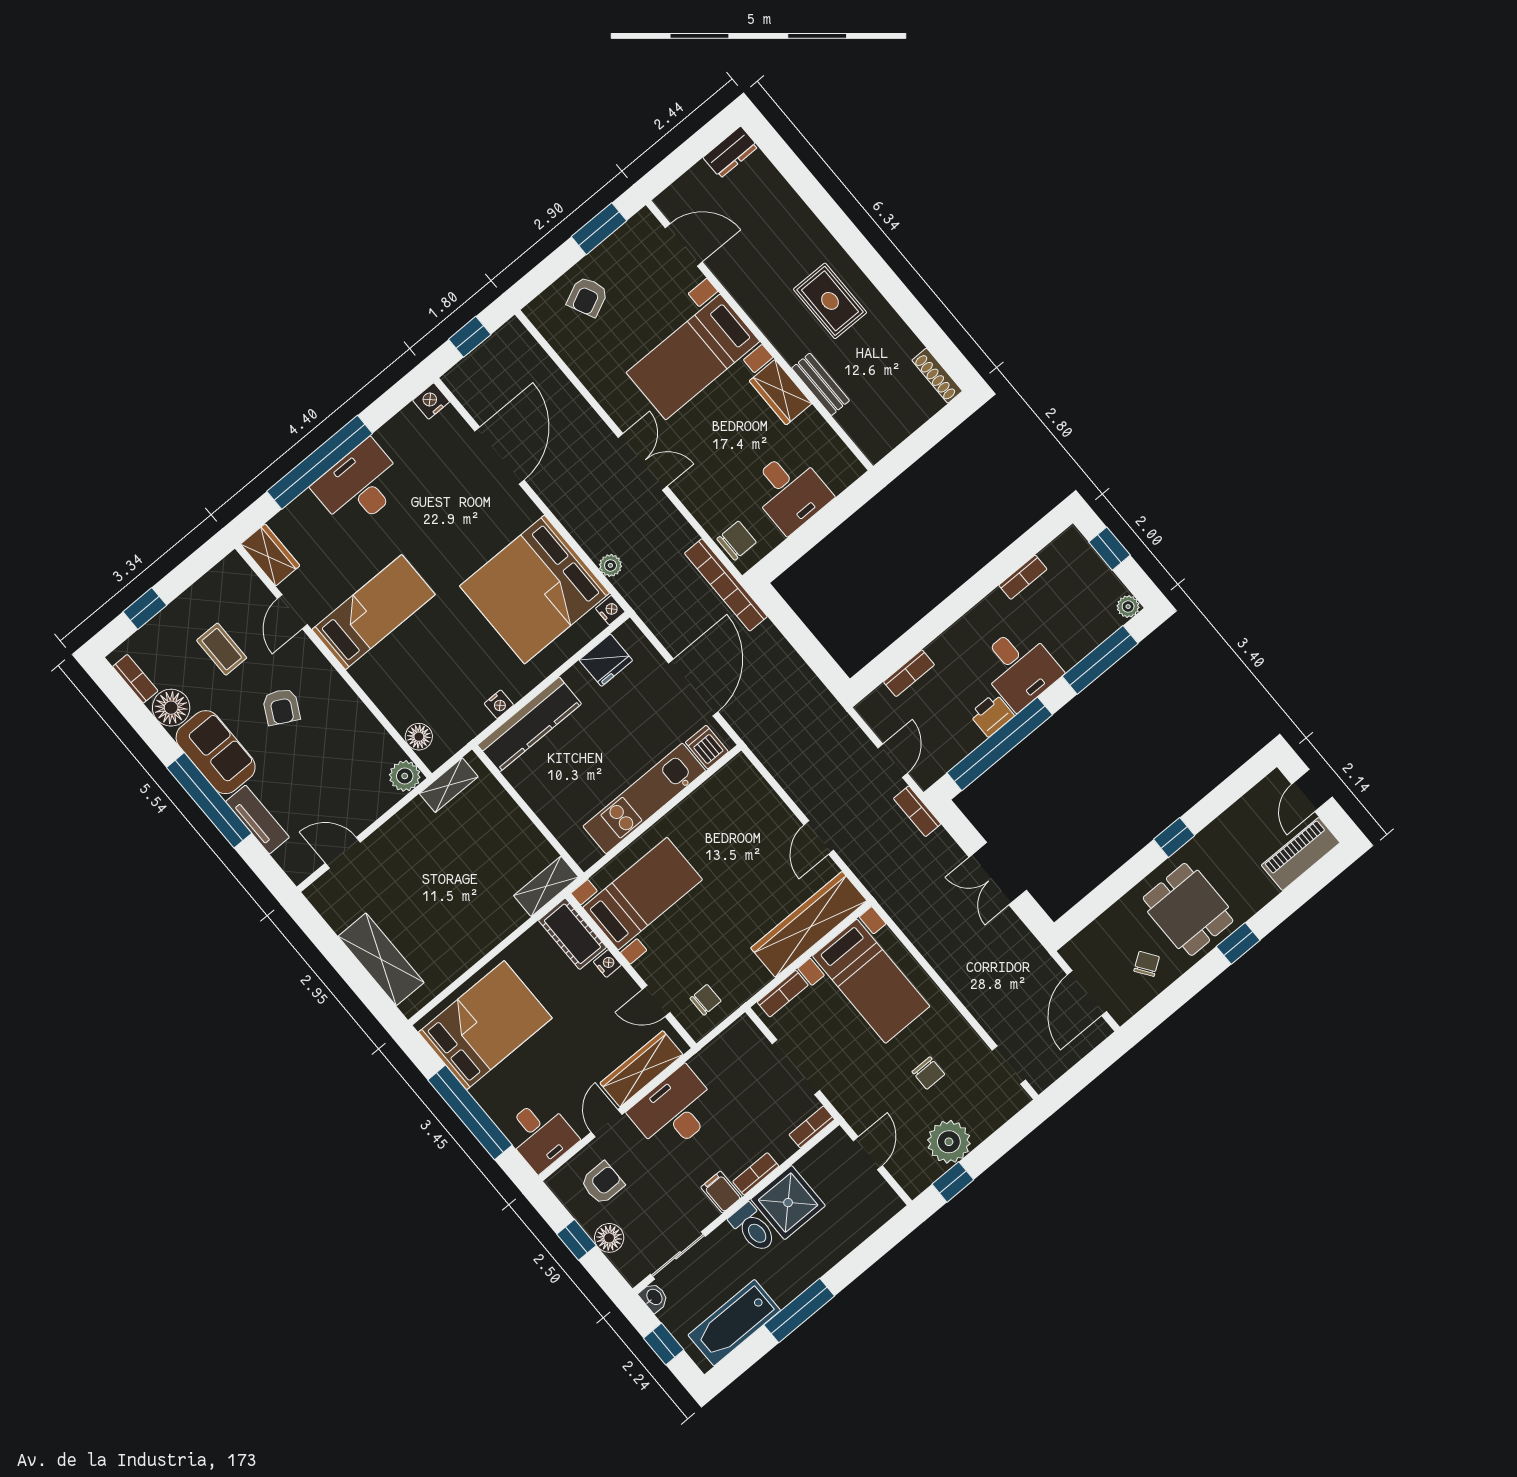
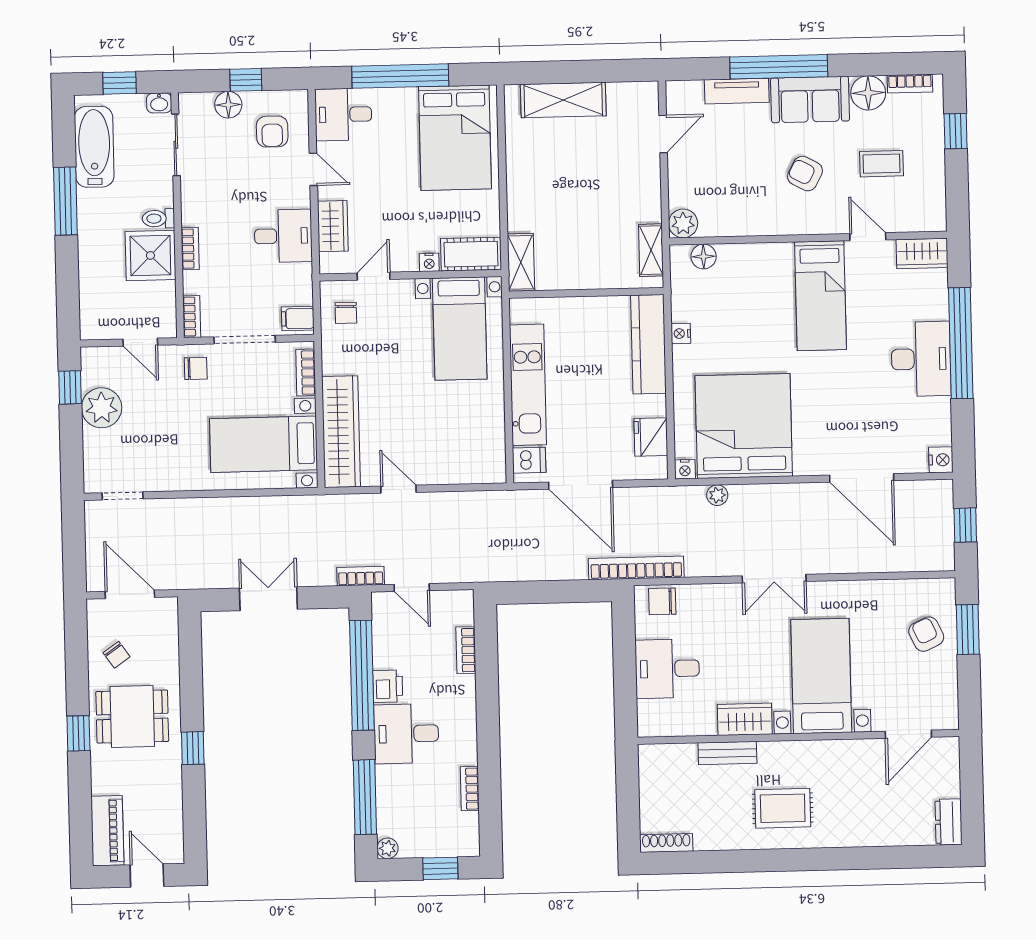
window: (599, 229) -> (968, 629), moved
chair: (737, 541) -> (662, 601), turned 90
wardrobe: (641, 1069) -> (333, 226), width x0.67
chair: (928, 1073) -> (196, 368), moved, turned 180
desk: (675, 1111) -> (283, 236), width x0.73
filing cabinet: (721, 1192) -> (298, 319), moved, turned 180
toilet: (753, 1228) -> (158, 219), width x0.73, depth x0.72

